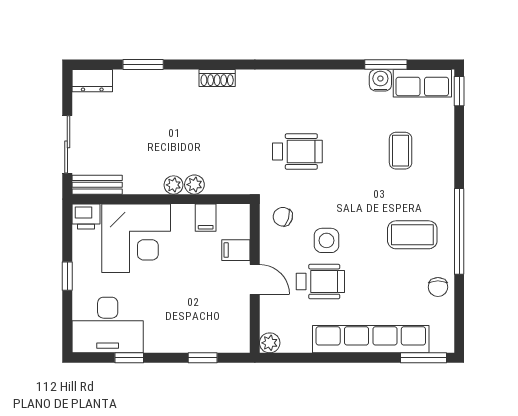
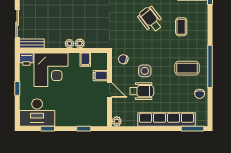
wheelchair: (297, 151) -> (151, 19), moved, turned -128

